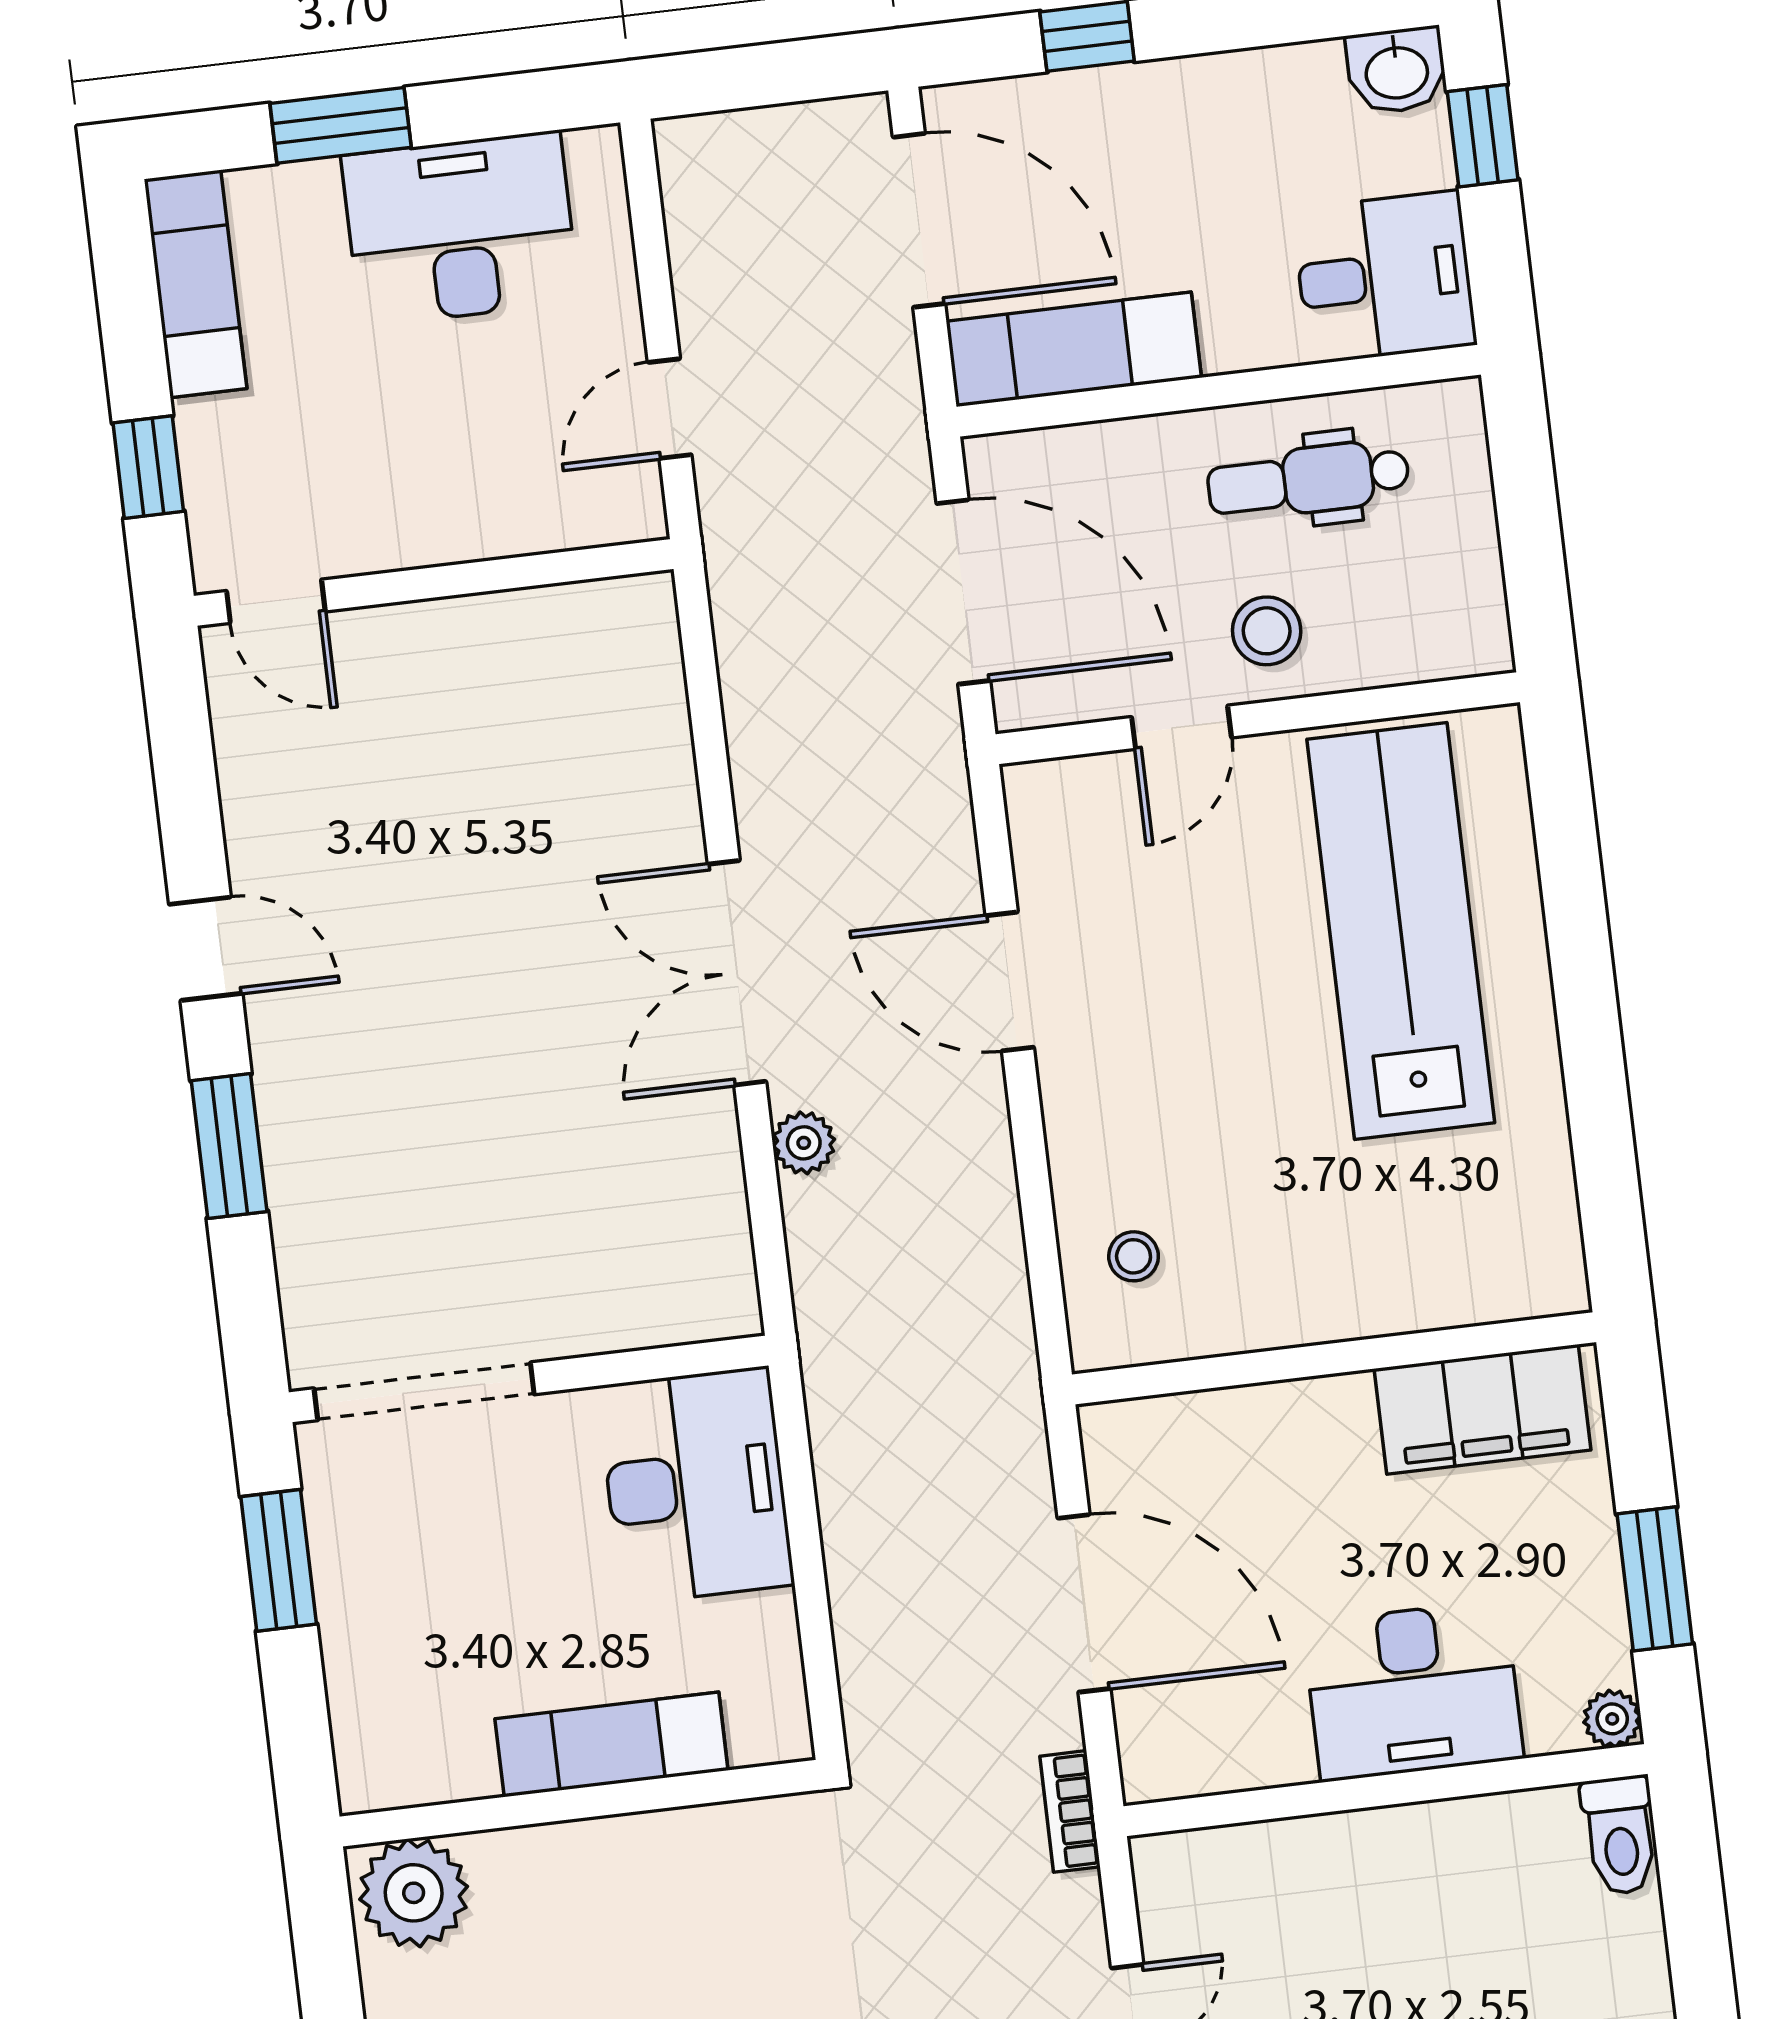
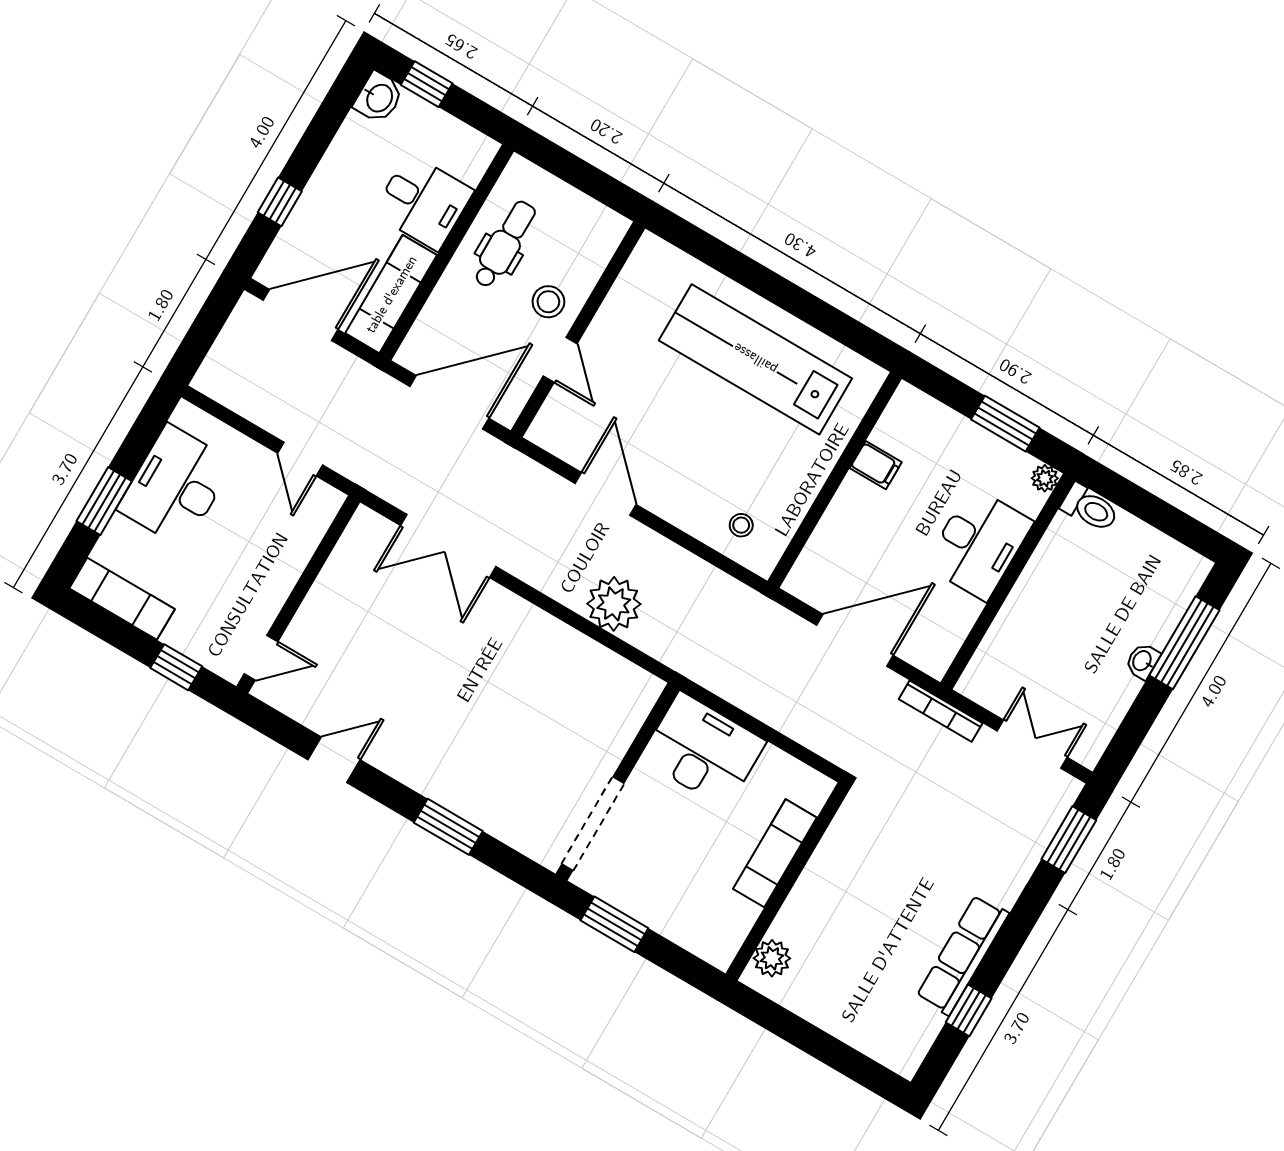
desk: (1384, 277) -> (423, 202), moved, turned 90
dental chair: (1308, 480) -> (505, 244), turned 180
lab bench: (1401, 931) -> (755, 359), moved
door: (206, 949) -> (334, 760), moved
double door: (737, 973) -> (448, 546), moved
door: (1010, 981) -> (606, 494), swing flipped
plant: (804, 1143) -> (614, 604), width x1.88, depth x1.88
filing cabinet: (1482, 1409) -> (876, 465), width x0.33, depth x0.86
bookcase: (1070, 1811) -> (941, 711), width x1.56
plant: (414, 1893) -> (772, 958), width x0.73, depth x0.73

